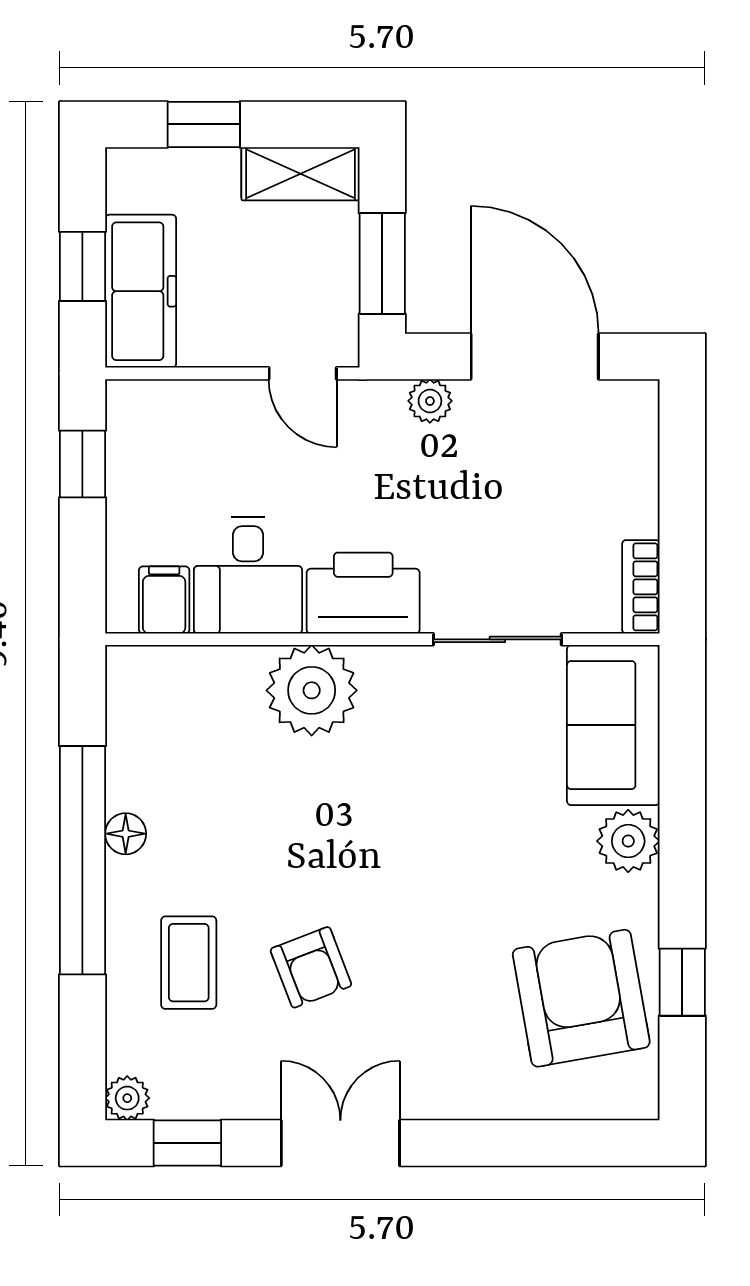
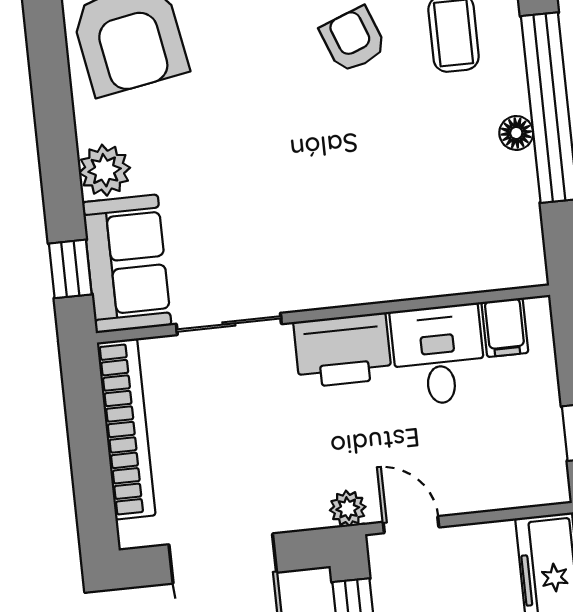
plant: (430, 401) -> (348, 509), moved
bookcase: (641, 587) -> (126, 429), width x2.31, depth x1.31
plant: (312, 690) -> (376, 266), removed
window: (682, 982) -> (70, 269), moved

